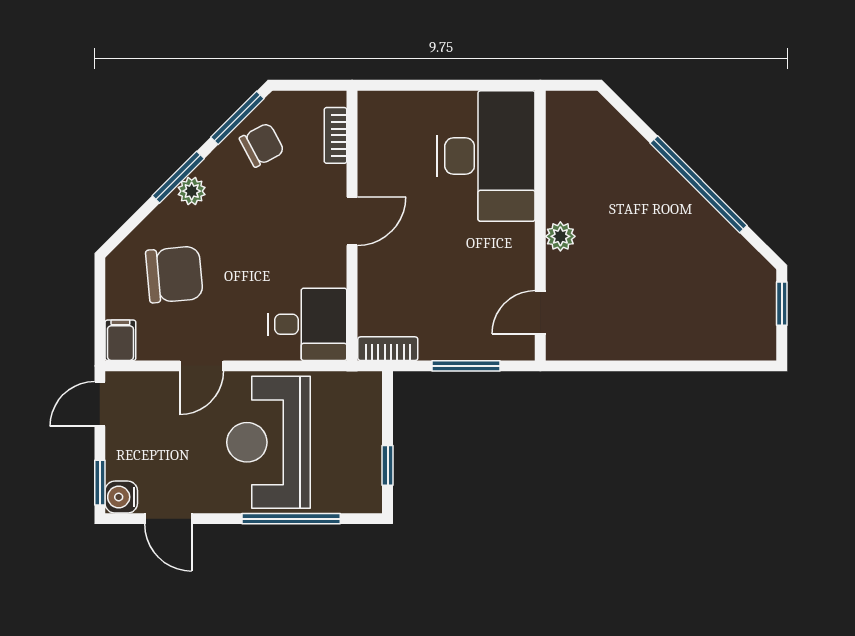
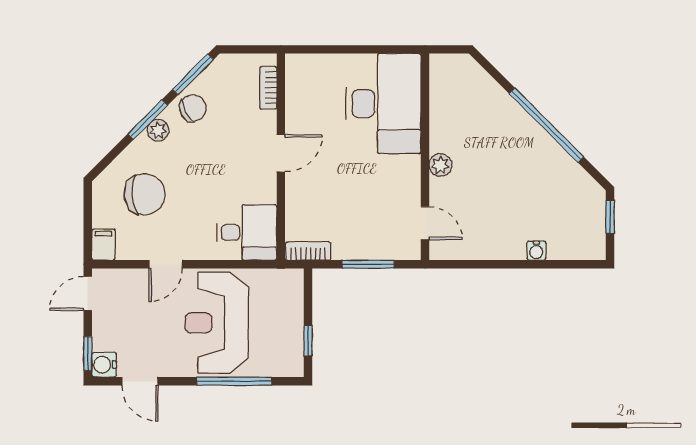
chair: (262, 145) -> (193, 108), moved
door: (540, 312) -> (425, 223), swing flipped
water cooler: (686, 348) -> (536, 251), added

